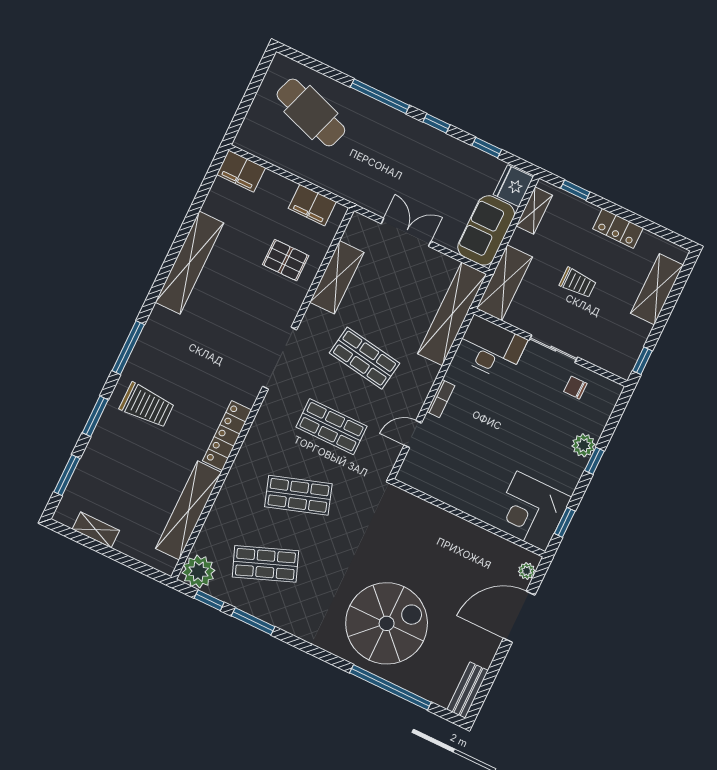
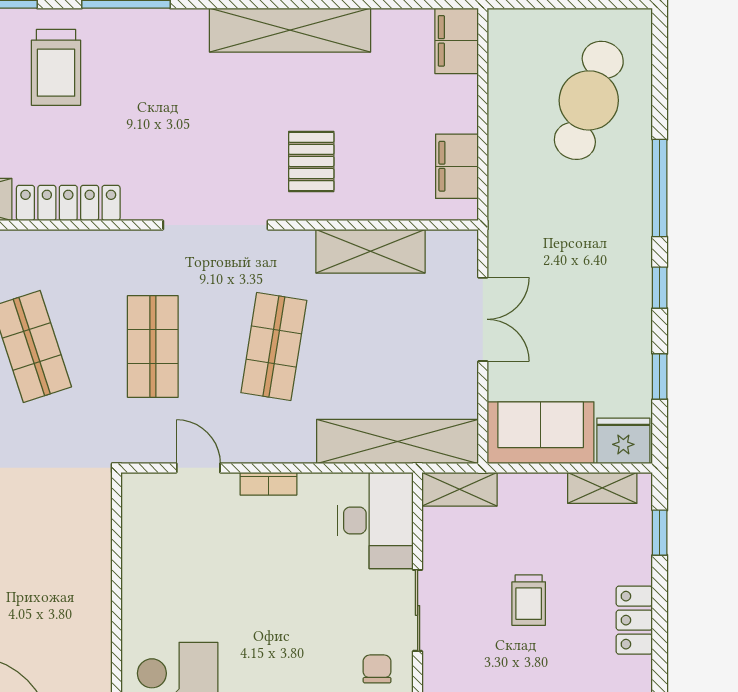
pallet: (286, 260) -> (311, 161), moved
shelving: (504, 283) -> (459, 489), width x0.67, depth x0.75

